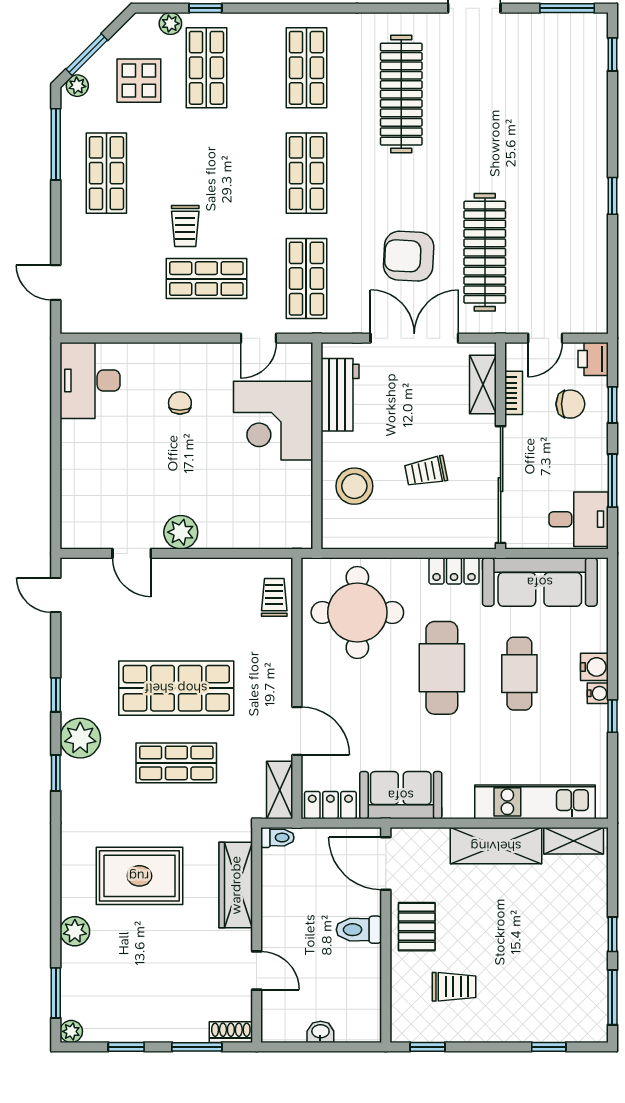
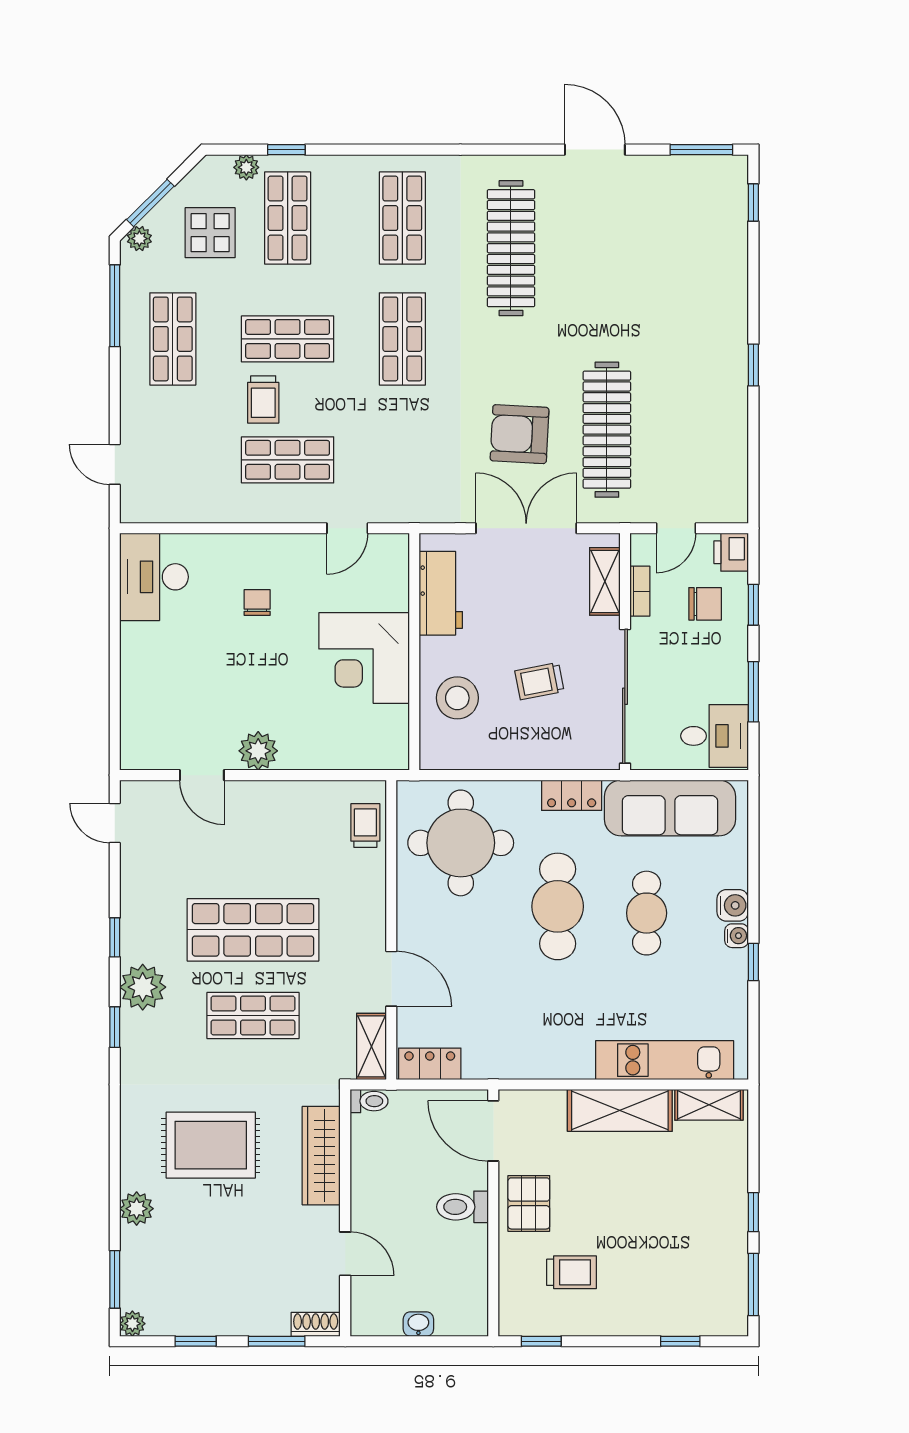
shop shelf: (306, 279) -> (288, 339), moved, turned 90
corner desk: (273, 421) -> (364, 658), moved
sofa: (401, 795) -> (511, 1052), removed

